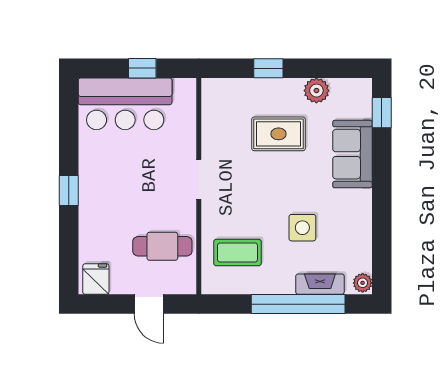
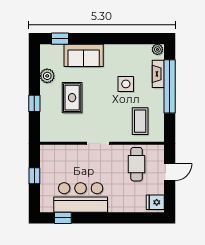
bar counter: (125, 104) -> (81, 197), moved, turned -90
window: (69, 191) -> (63, 218), moved

